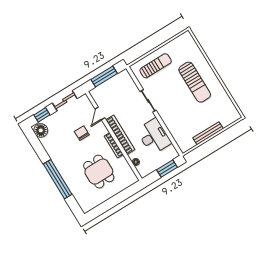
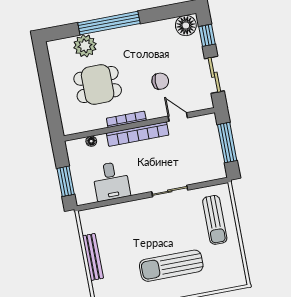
desk: (154, 136) -> (111, 181), width x0.73
plant: (78, 189) -> (85, 46), added

